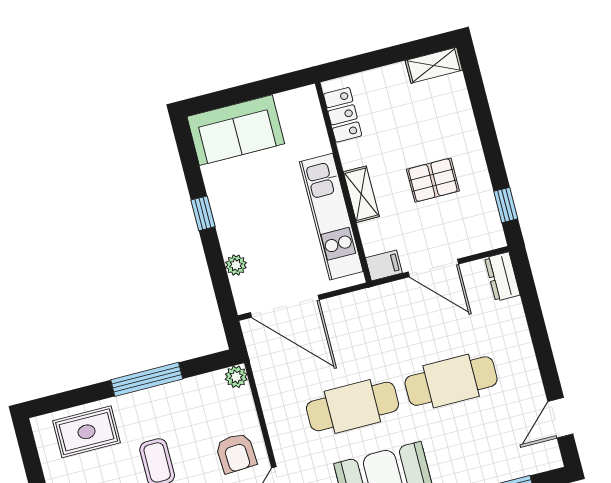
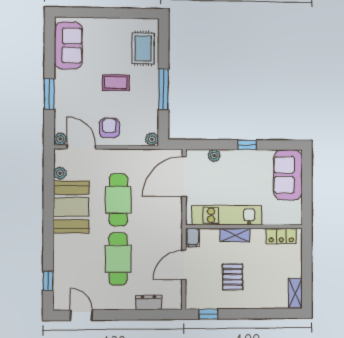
dresser: (502, 277) -> (148, 302), moved
armchair: (236, 453) -> (109, 128), turned 93

